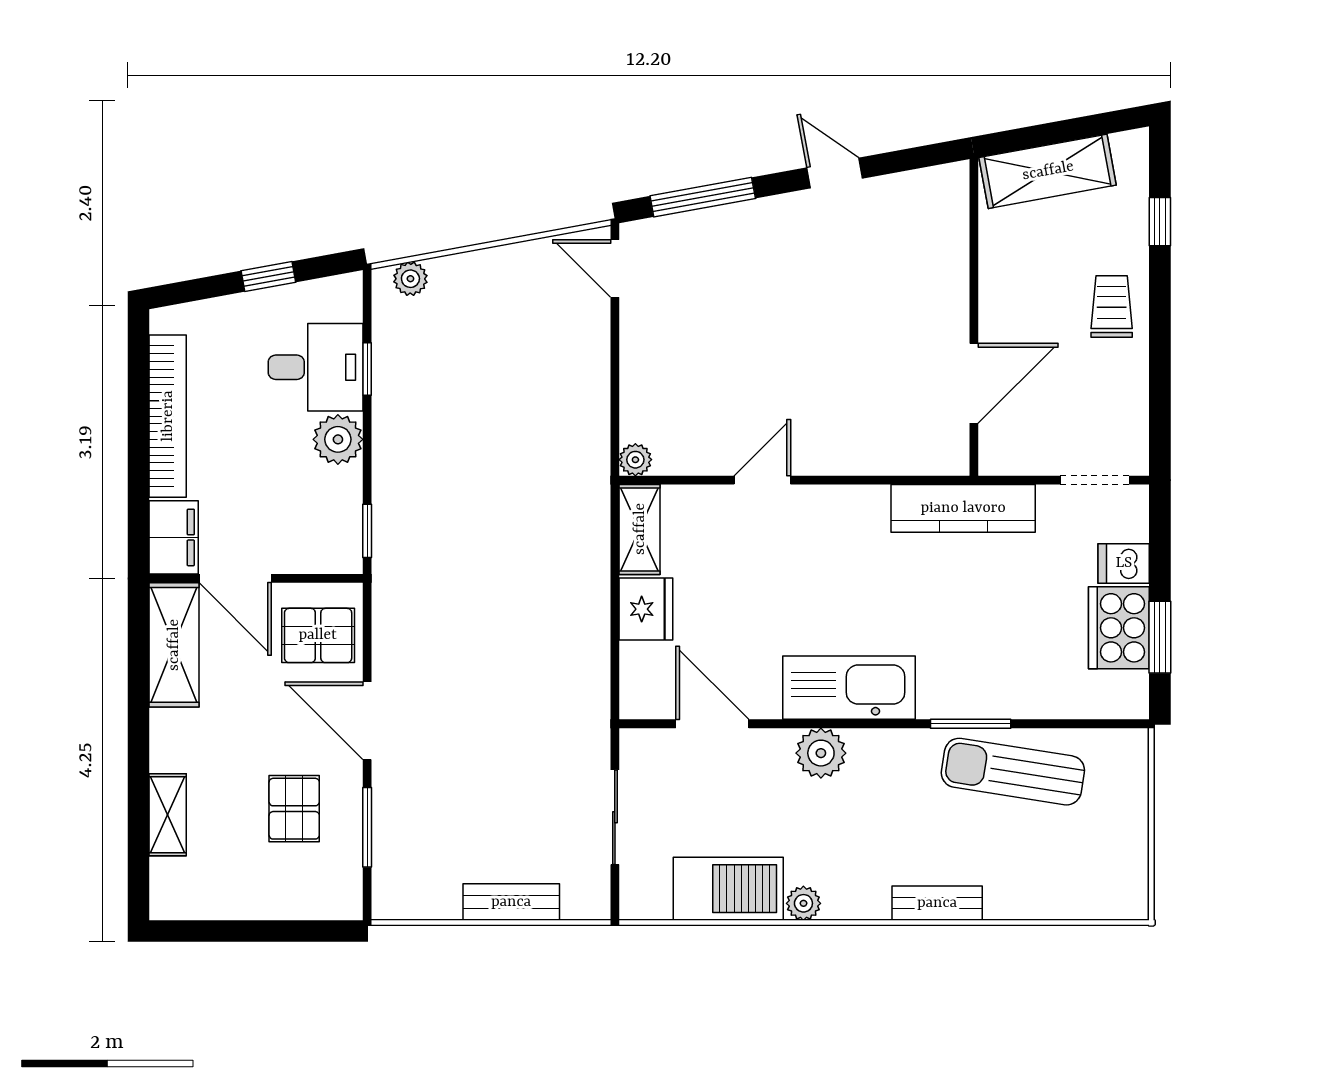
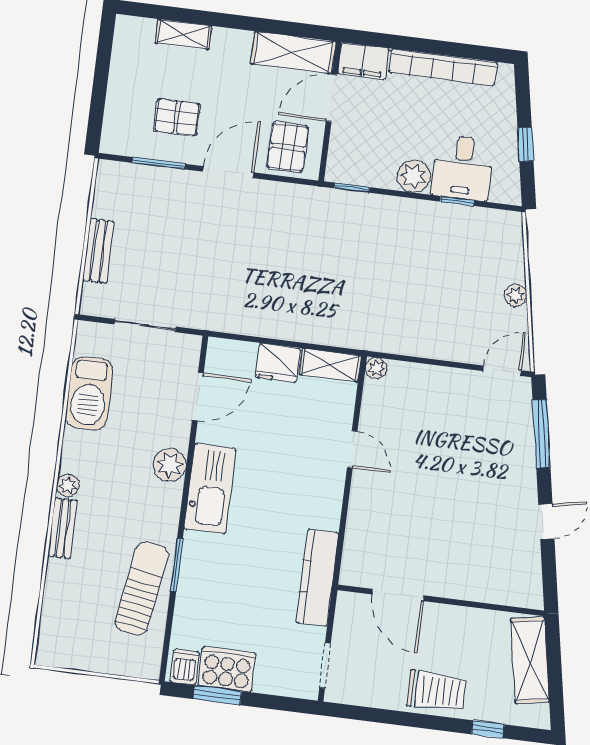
plant: (410, 279) -> (516, 295), moved
trolley: (1112, 306) -> (437, 691), width x1.36, depth x1.39
dishwasher: (1124, 563) -> (185, 667), moved
plant: (803, 903) -> (68, 486), moved

